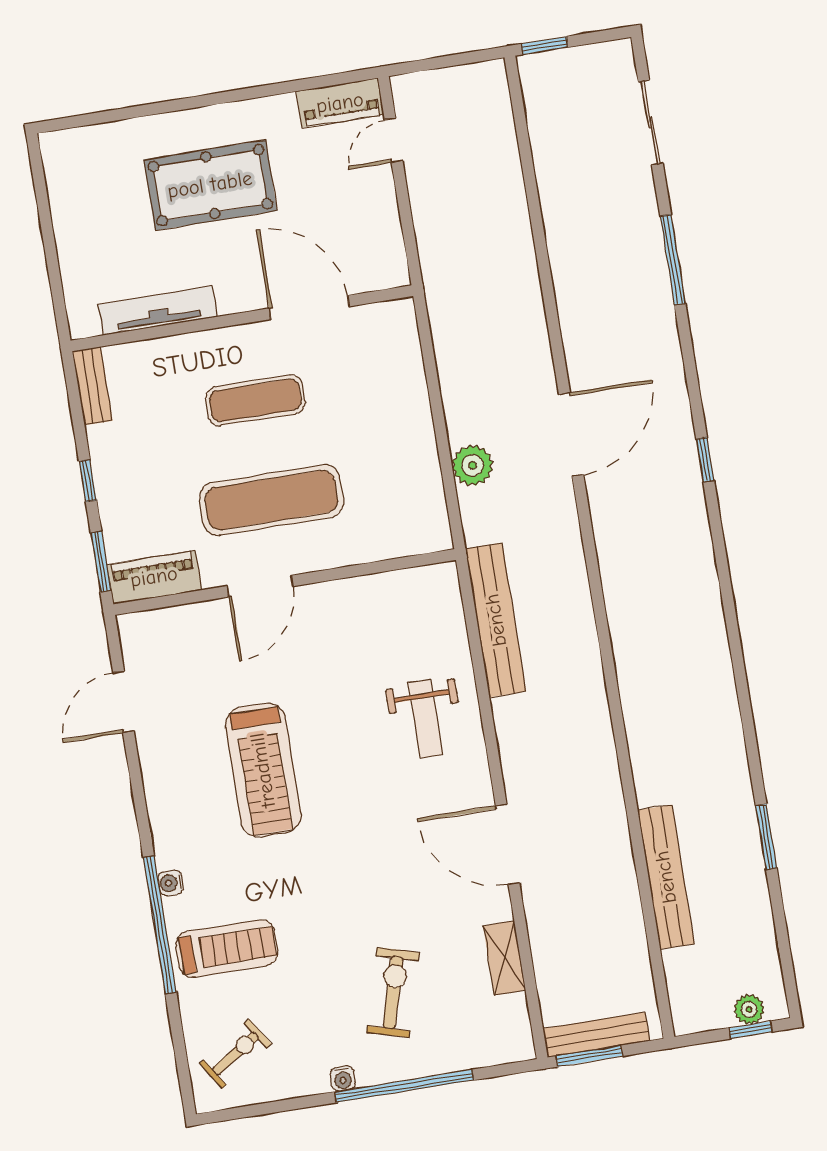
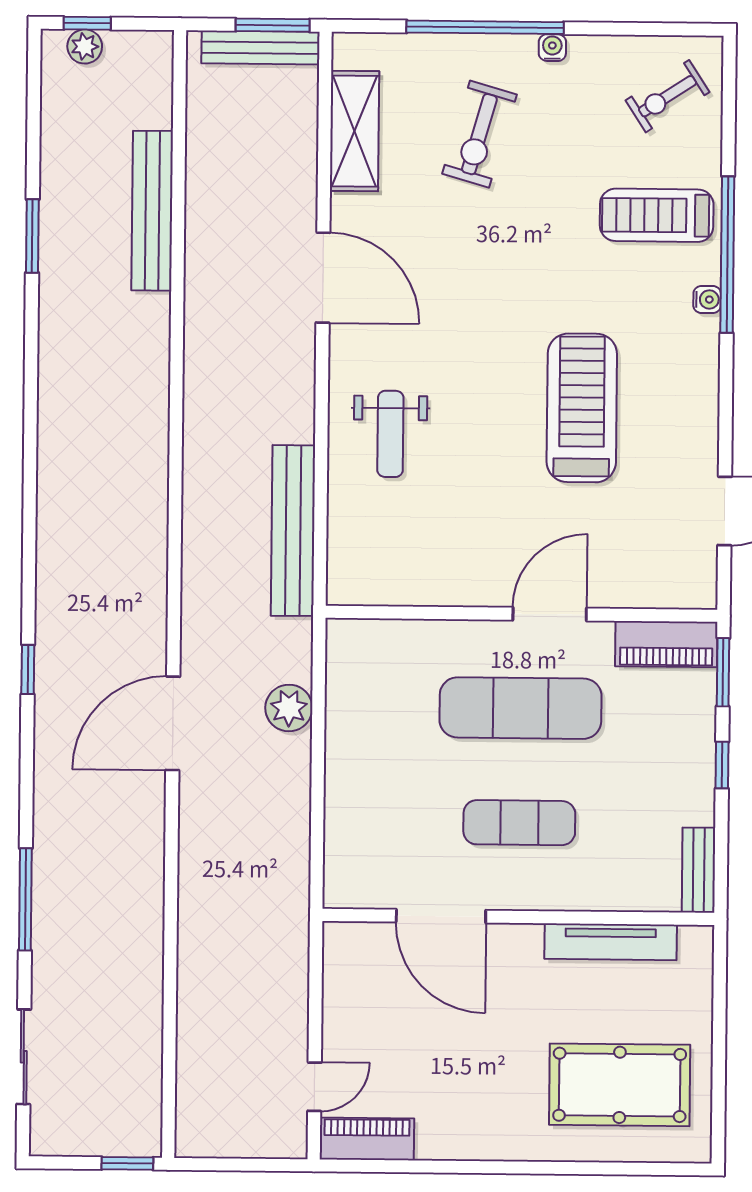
pool table: (210, 185) -> (620, 1085), moved
weight bench: (426, 719) -> (390, 434), turned 180
shelving: (504, 958) -> (355, 131), width x1.50, depth x1.33

